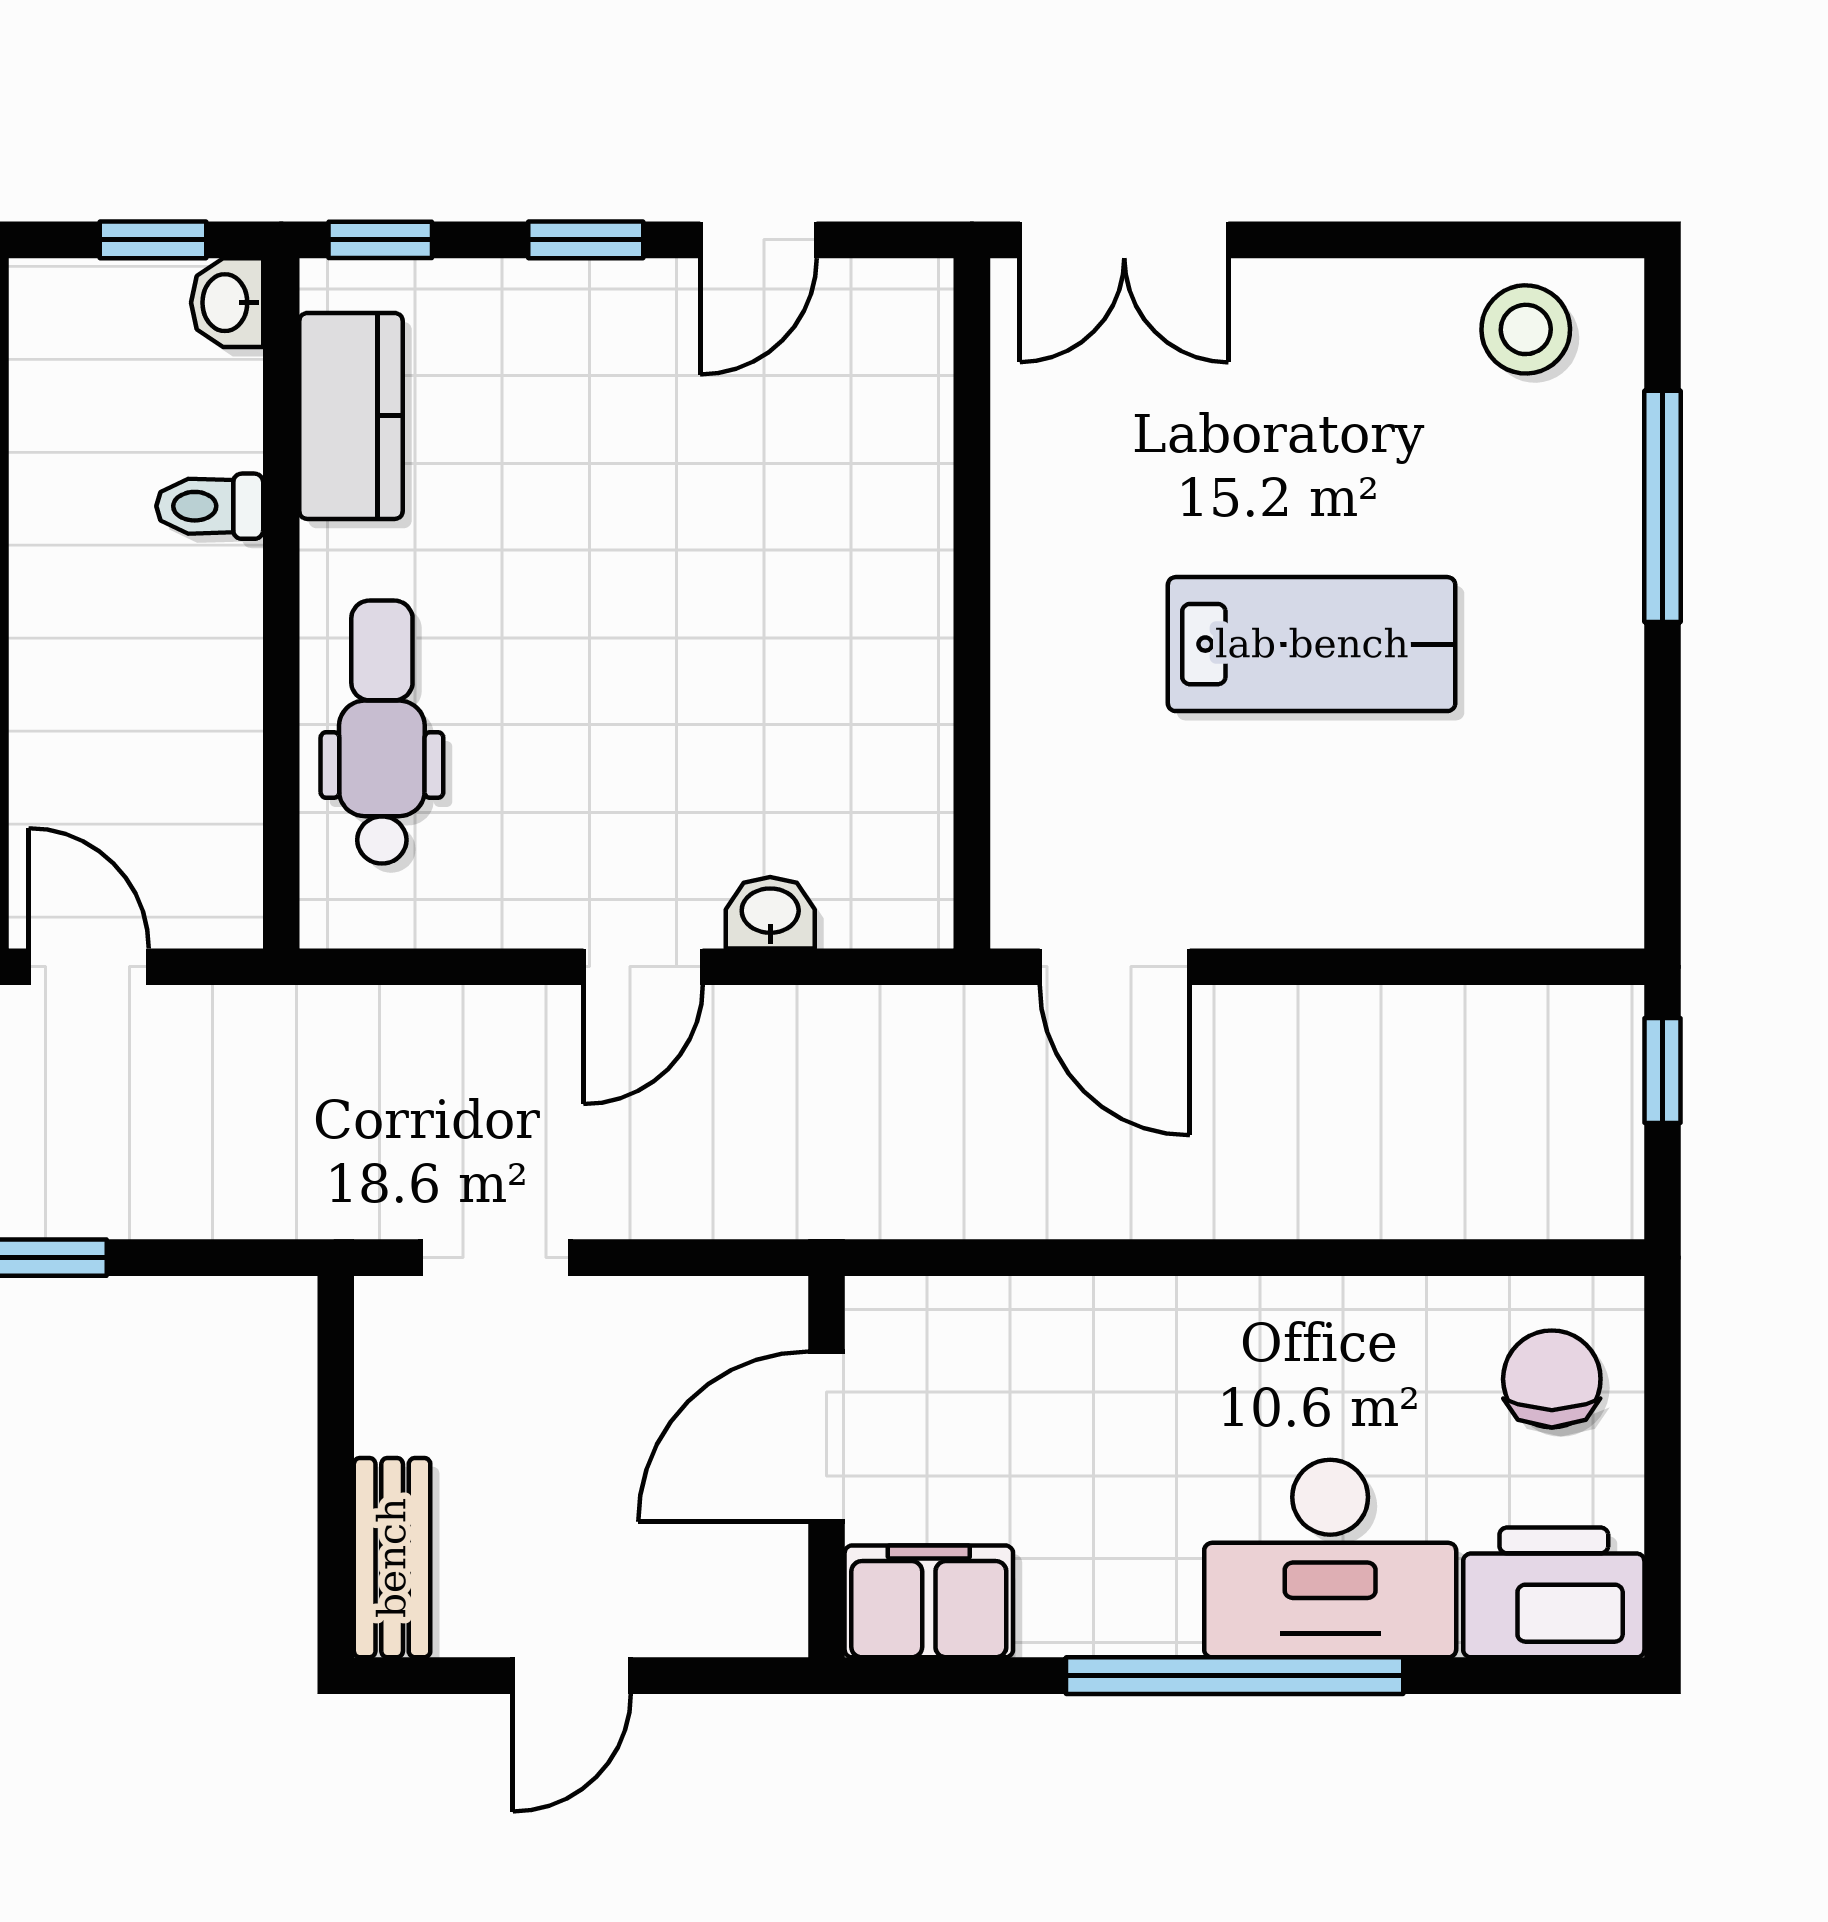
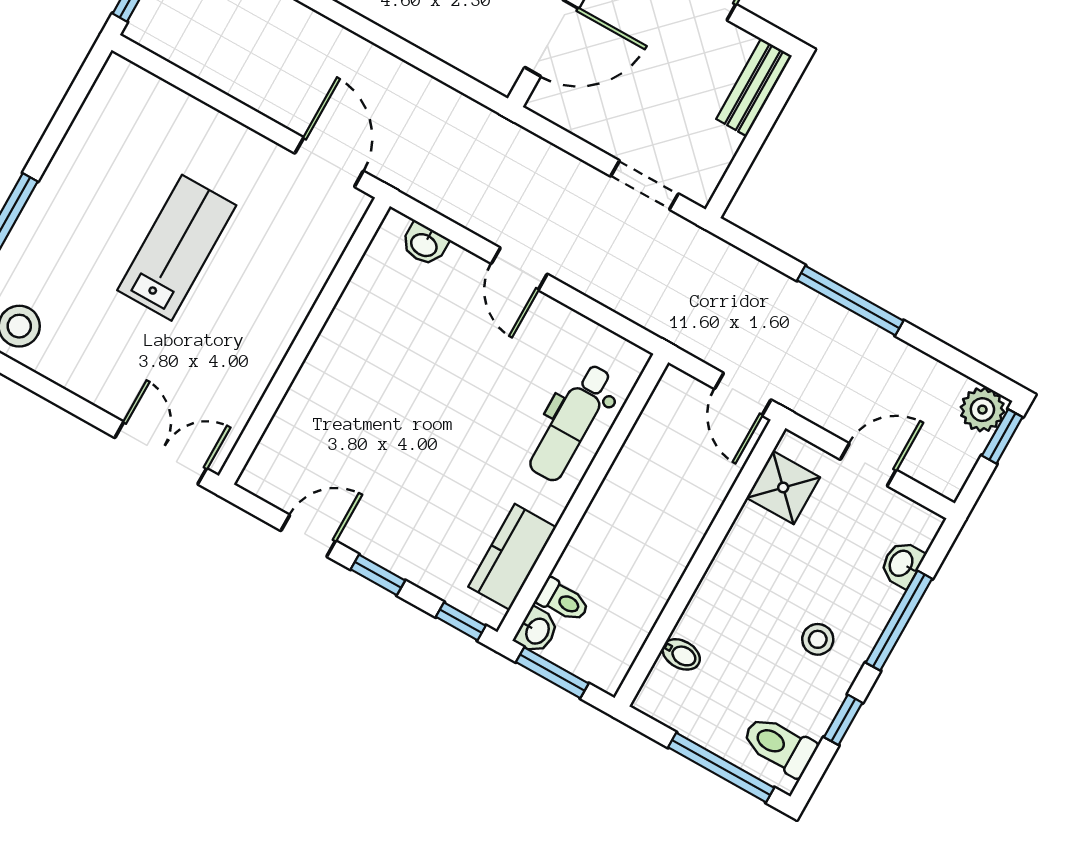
window: (153, 240) -> (552, 673), width x1.50
toilet: (210, 506) -> (563, 600), moved
lab bench: (1312, 644) -> (177, 248), turned 90
washbasin: (770, 913) -> (424, 244), moved
door: (643, 967) -> (519, 269), swing flipped

